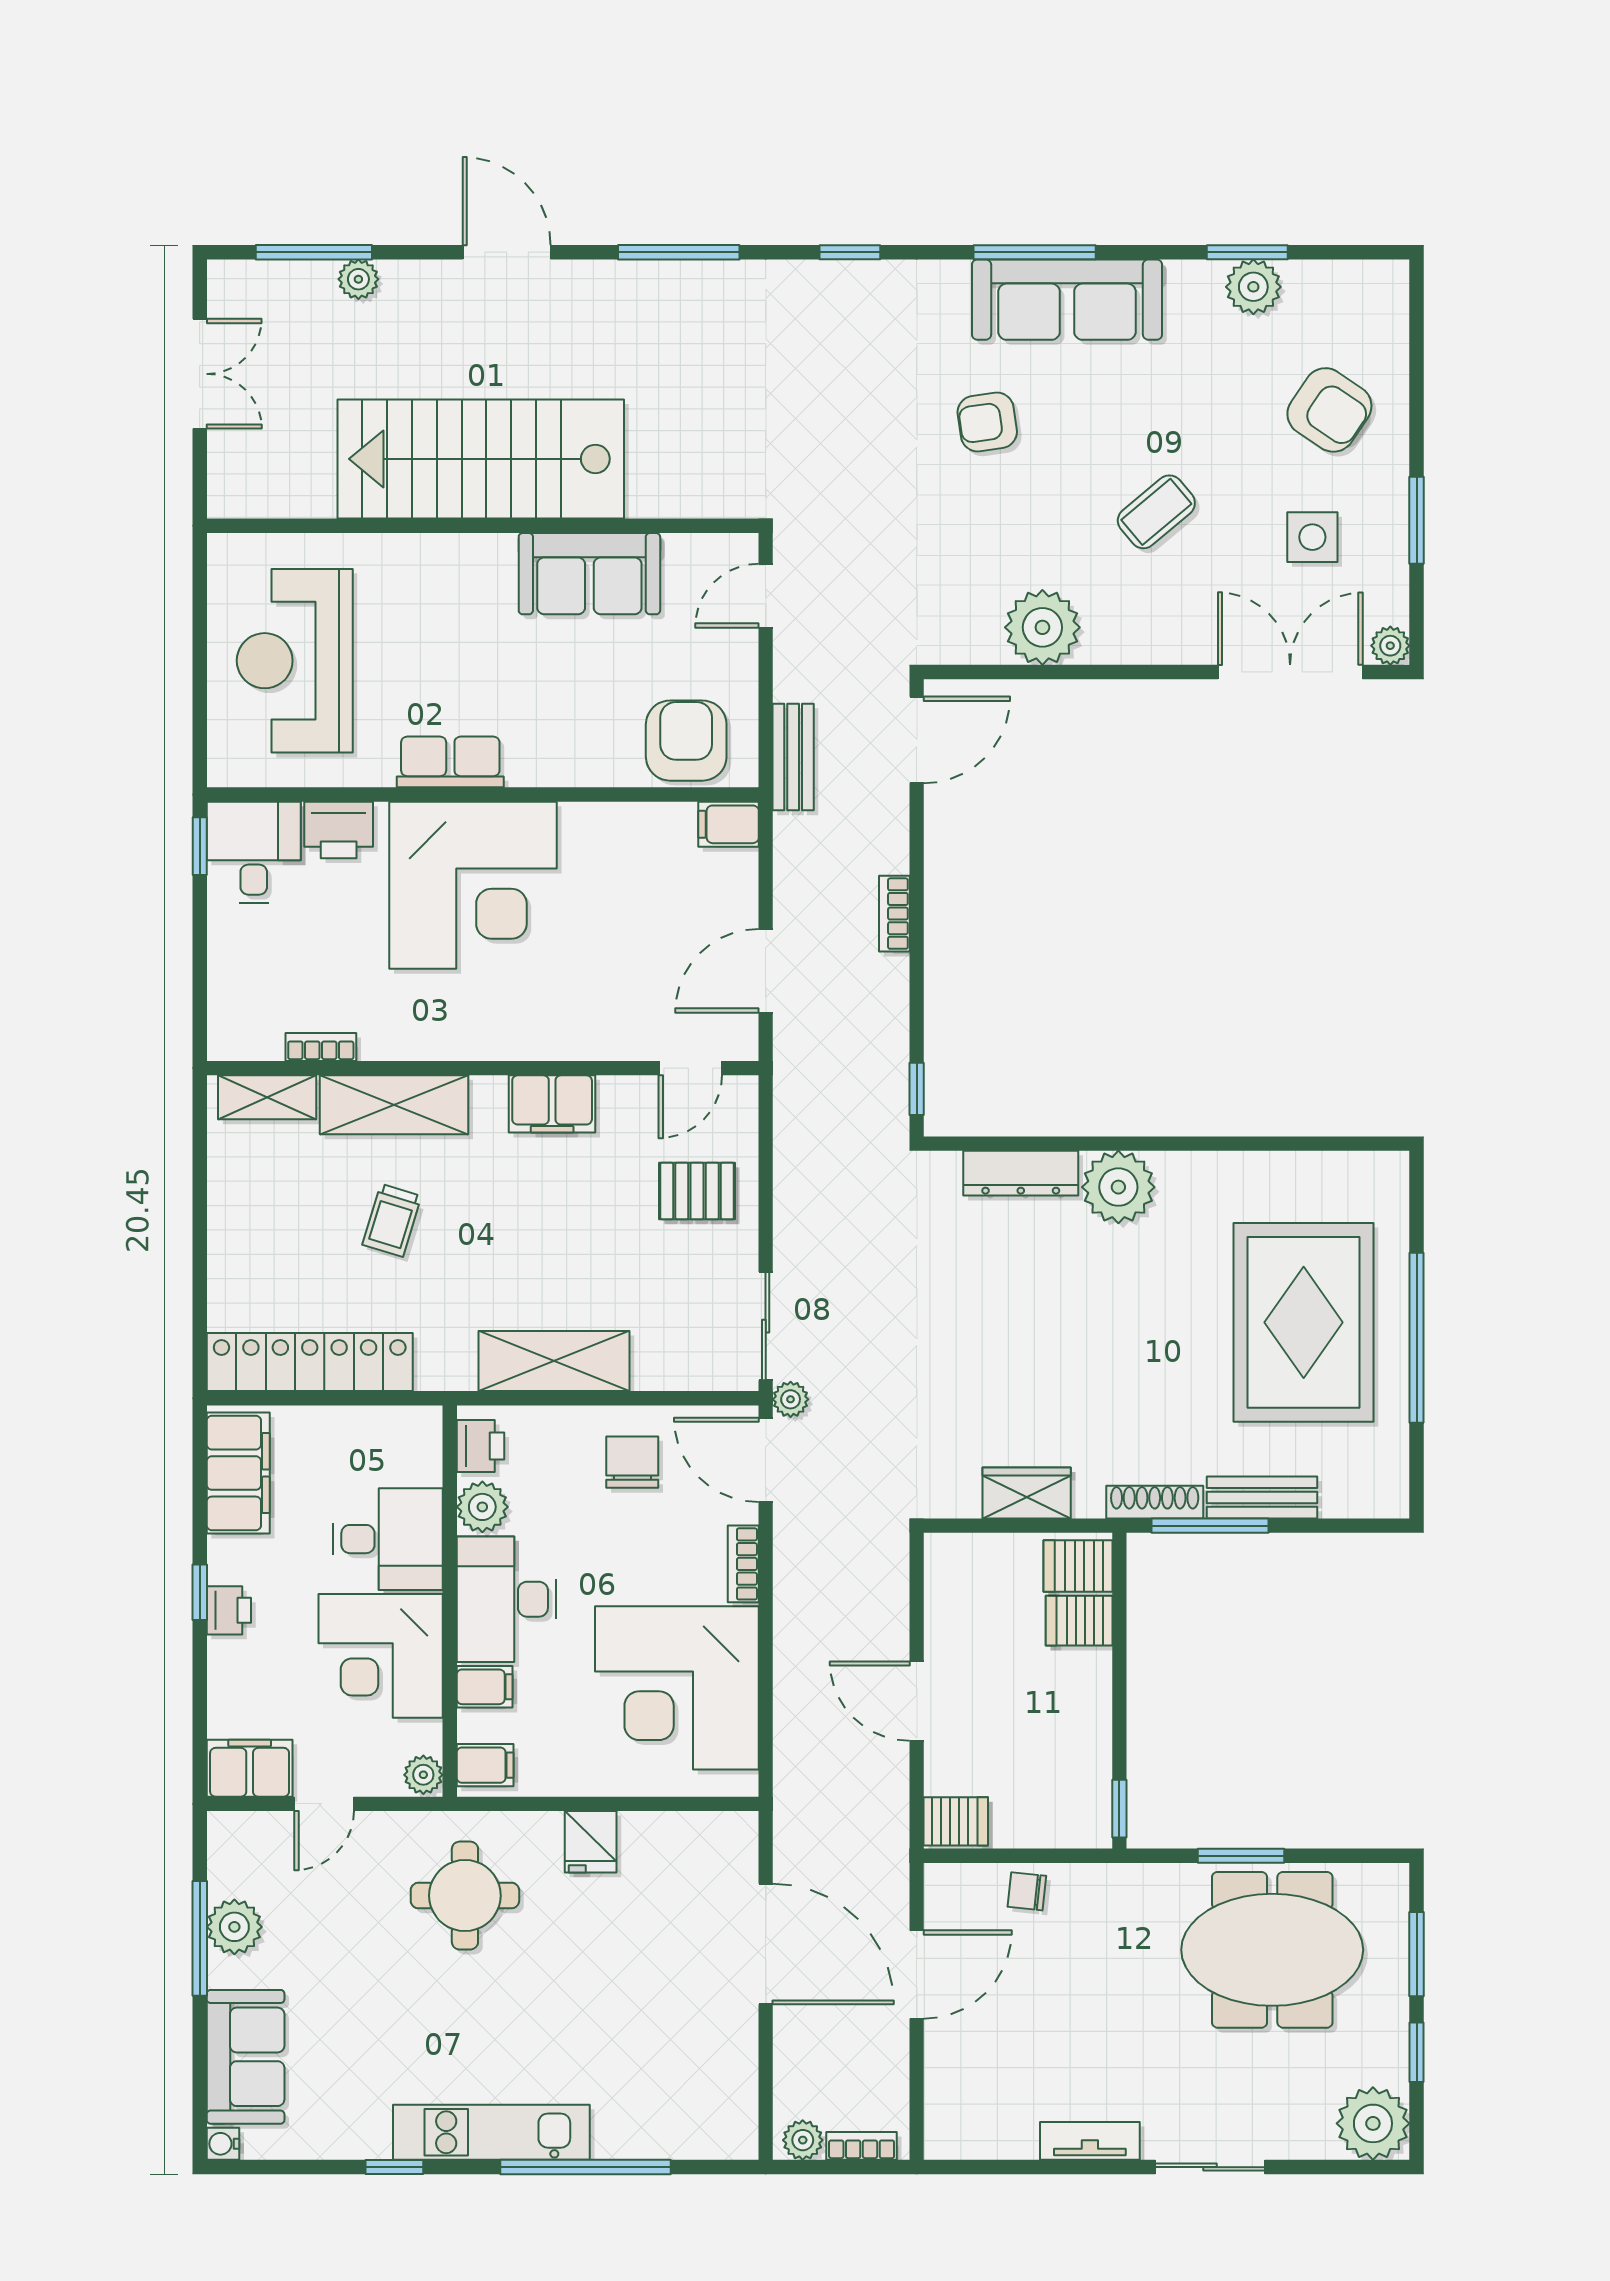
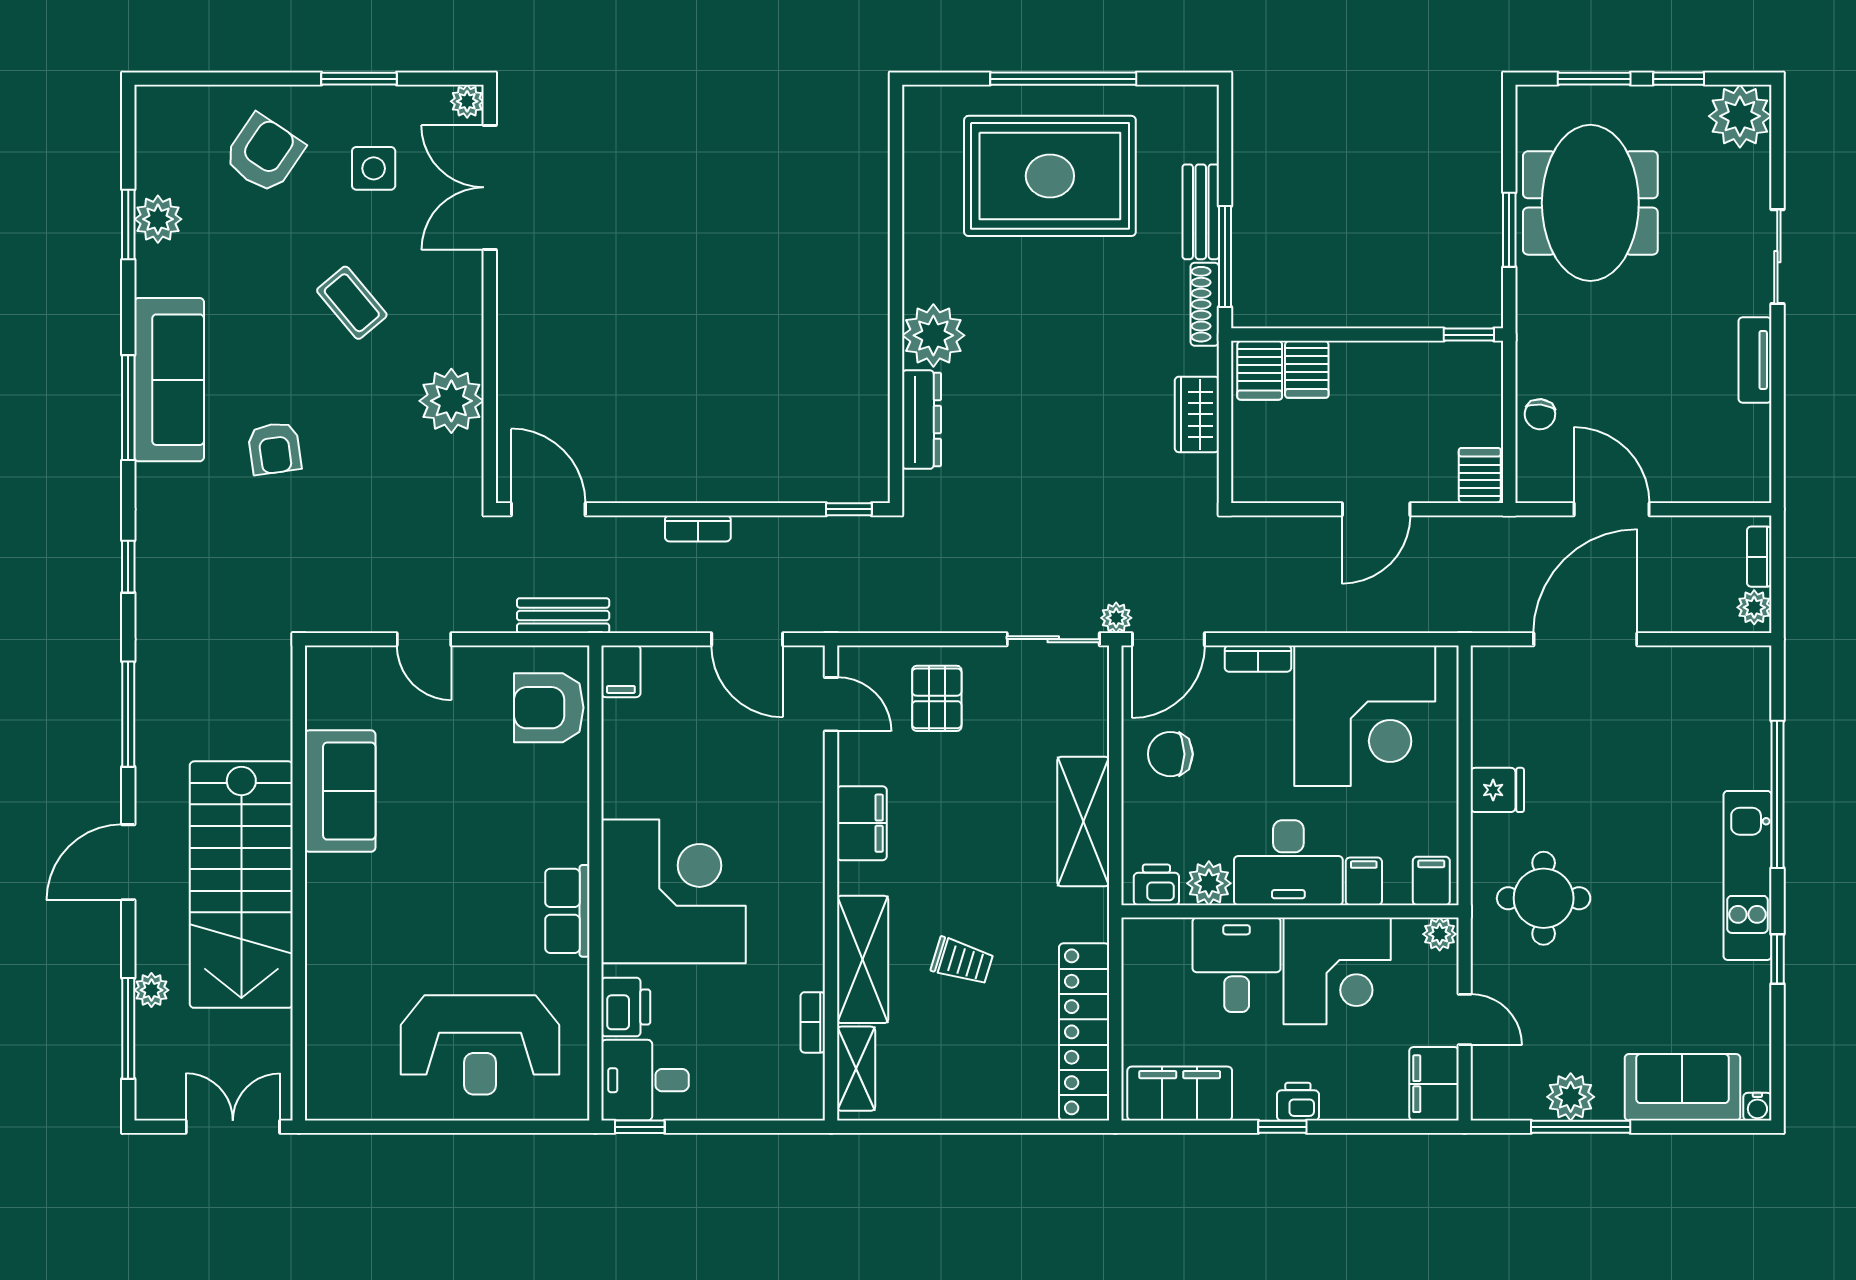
stairs: (481, 459) -> (241, 885), moved
wall: (483, 526) -> (299, 883), moved
sofa: (589, 574) -> (340, 791), moved

